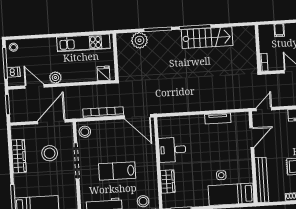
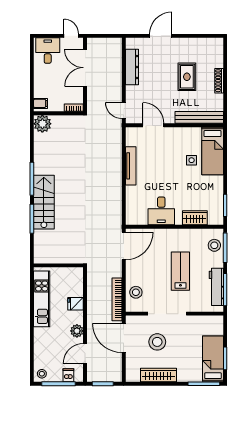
filing cabinet: (279, 30) -> (41, 103), moved
stairs: (207, 38) -> (44, 202), moved
plant: (140, 40) -> (42, 124), moved
fridge: (104, 73) -> (76, 304), moved
bookcase: (103, 112) -> (117, 299), moved
tv unit: (218, 118) -> (131, 166), width x1.41
stool: (85, 132) -> (136, 292), moved
lab bench: (117, 171) -> (180, 271), turned 180

